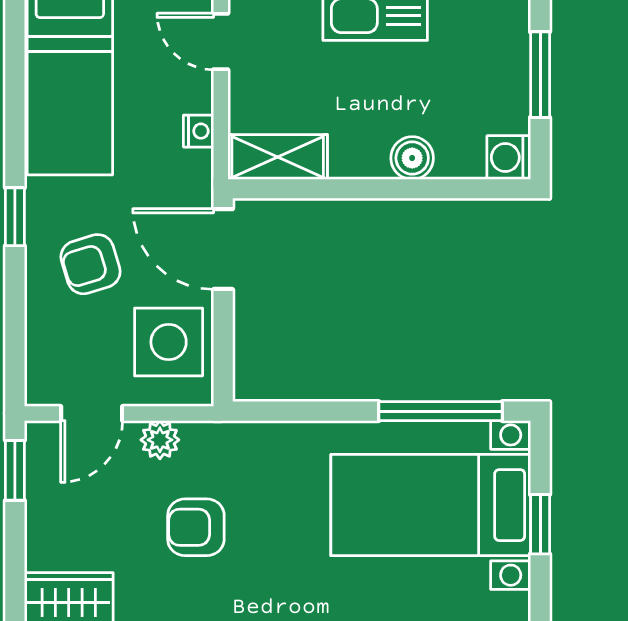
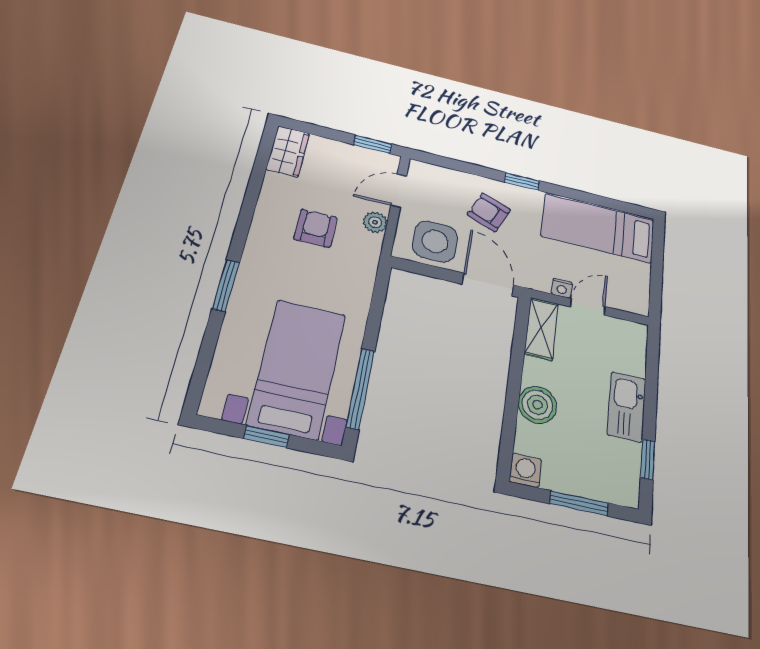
door: (221, 41) -> (588, 307), moved
boiler: (412, 158) -> (537, 405), width x1.36, depth x1.36
door: (223, 249) -> (488, 285), hinge flipped
armchair: (91, 264) -> (489, 212), turned -51
door: (92, 414) -> (399, 191), hinge flipped

